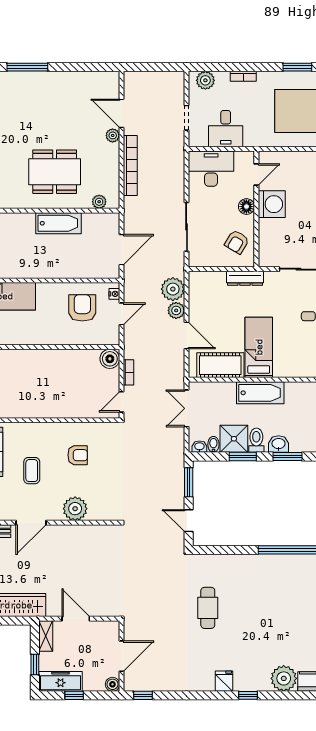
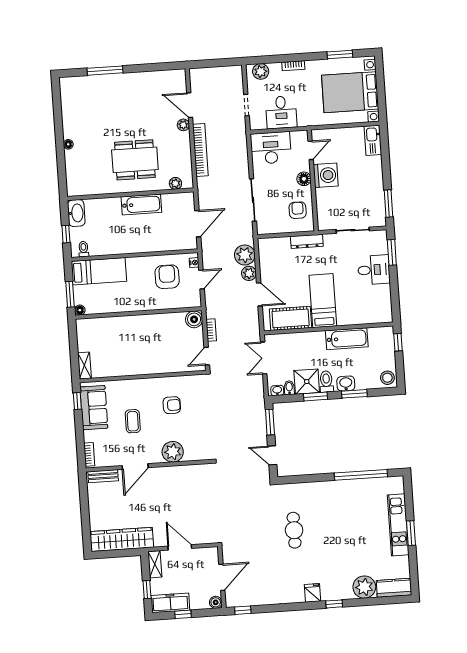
armchair: (237, 242) -> (298, 210), turned 149
bathtub: (260, 393) -> (347, 339), moved

